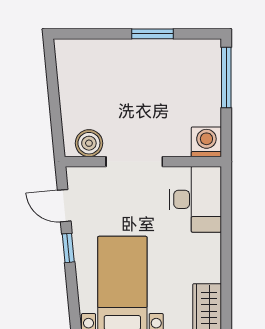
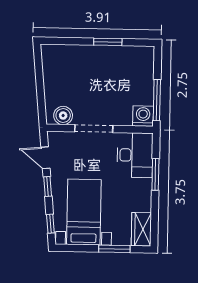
window: (226, 77) -> (157, 100), moved
window: (226, 227) -> (155, 174), added
window: (73, 302) -> (50, 224), added

